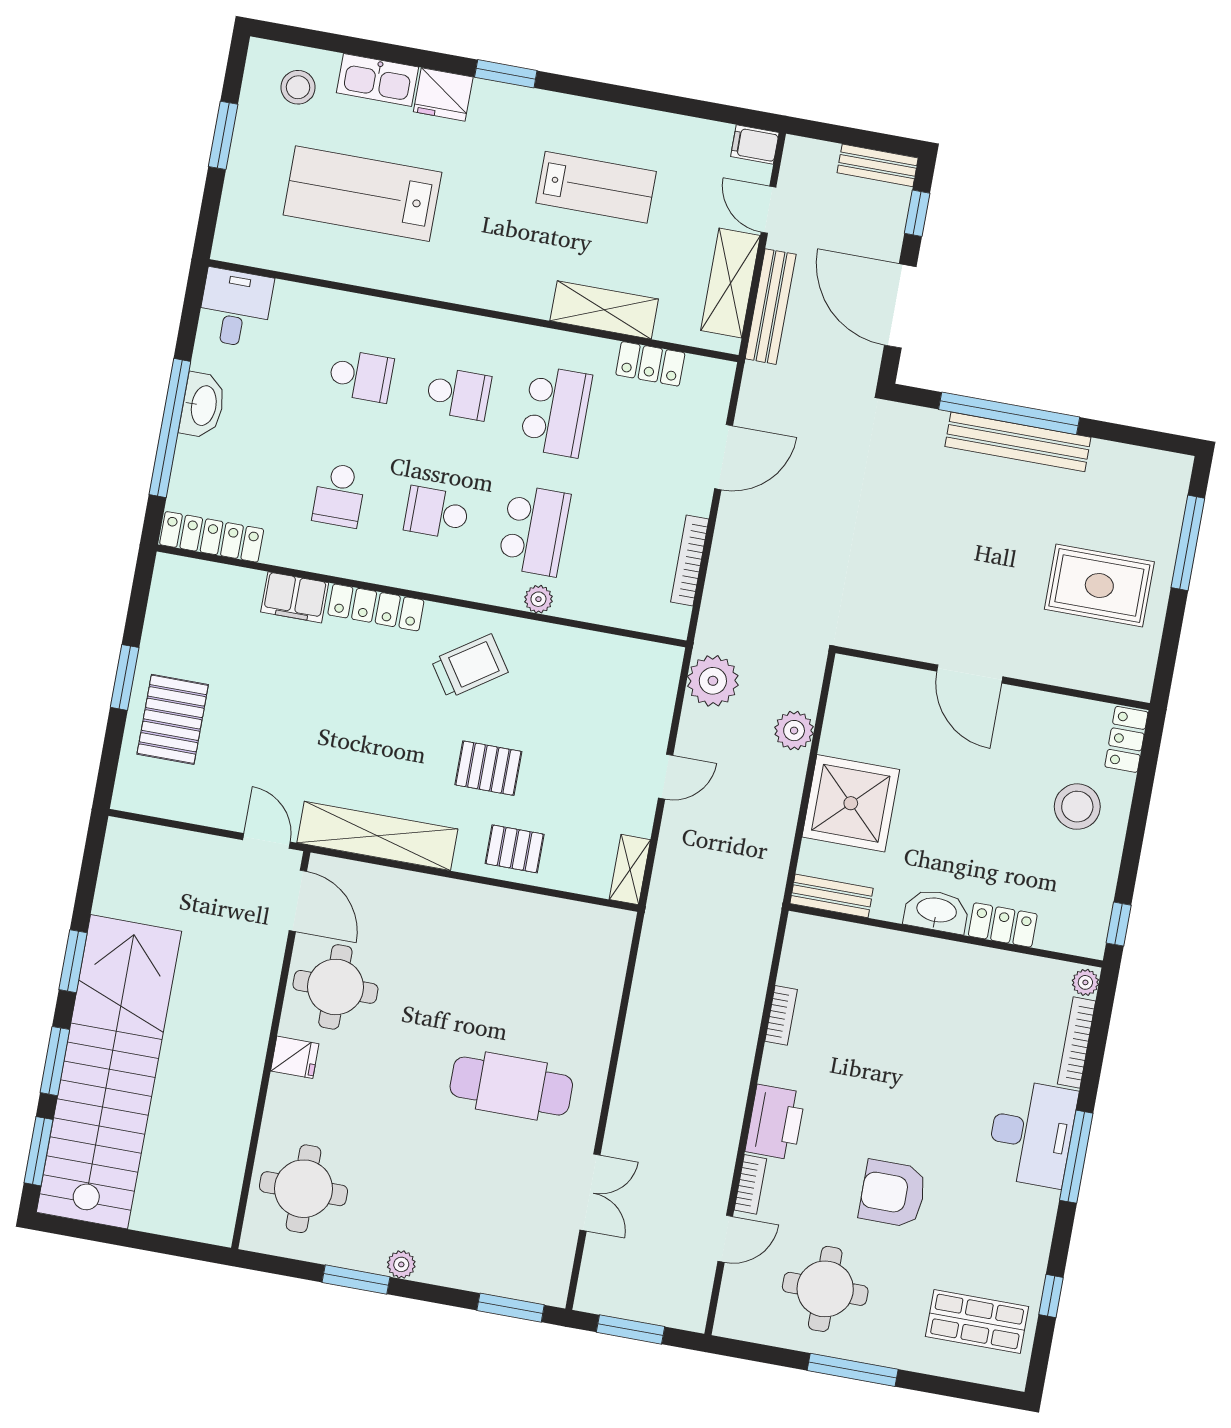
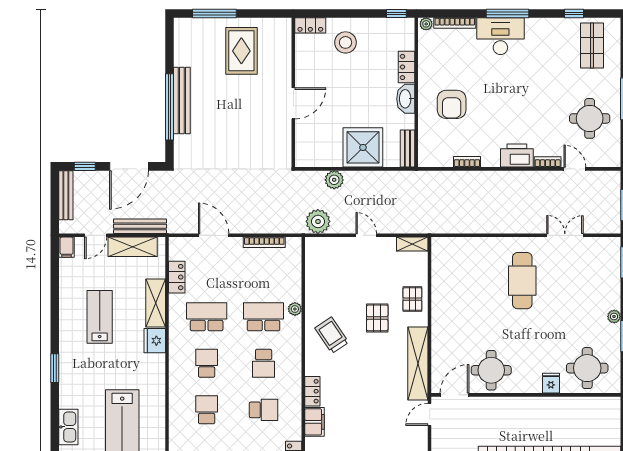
fridge: (443, 94) -> (155, 341), moved, turned 180
bench: (878, 165) -> (66, 195), width x1.36
locker: (376, 607) -> (312, 391), width x0.66
fridge: (295, 1057) -> (551, 383), moved
armchair: (893, 1194) -> (452, 104), moved

